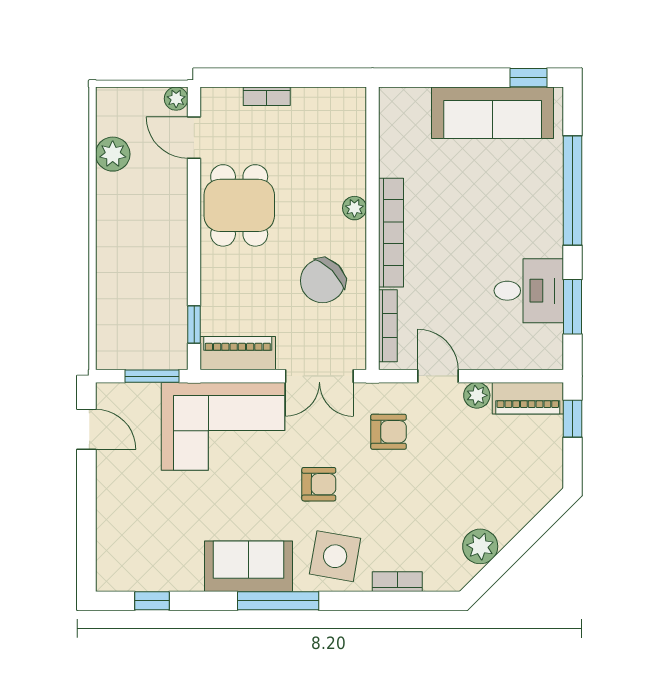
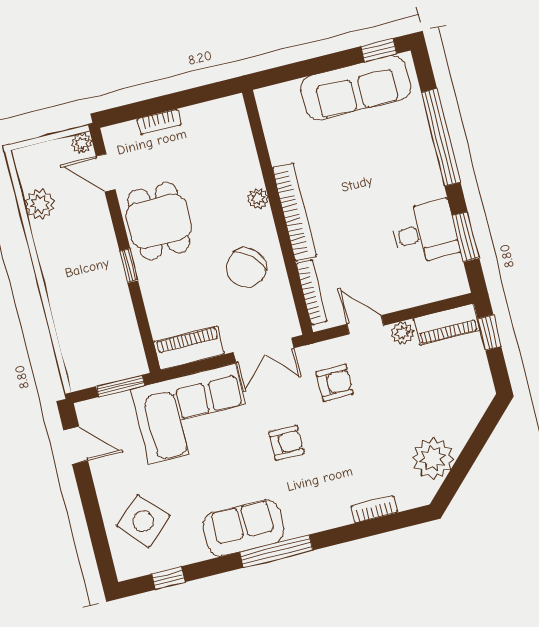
window: (194, 325) -> (129, 266), moved
plant: (480, 546) -> (433, 459), width x1.36, depth x1.36
side table: (335, 556) -> (143, 521), moved, turned 38

